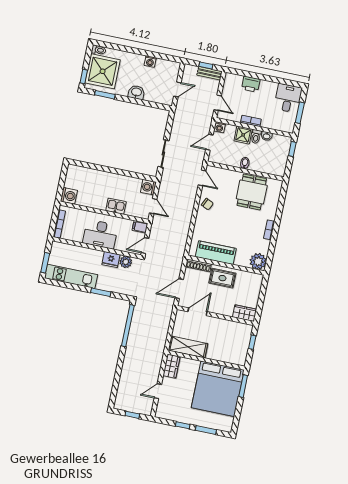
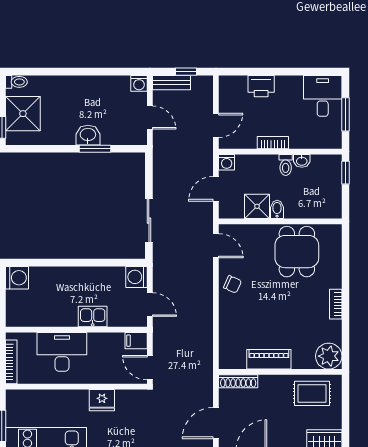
washing machine: (150, 62) -> (139, 83), moved
shower: (103, 71) -> (23, 114), width x0.73, depth x0.73
bench: (210, 73) -> (172, 83), moved
door: (177, 89) -> (150, 118), hinge flipped
window: (105, 95) -> (95, 149), moved
door: (218, 103) -> (216, 125), hinge flipped
shower: (243, 135) -> (257, 206), moved
washing machine: (69, 196) -> (17, 278), moved
desk: (100, 234) -> (62, 352), moved, turned 180
door: (145, 246) -> (150, 368), hinge flipped
piano: (216, 253) -> (269, 359), width x0.73, depth x0.75
plant: (126, 262) -> (125, 399), removed
rug: (222, 278) -> (312, 393), moved

